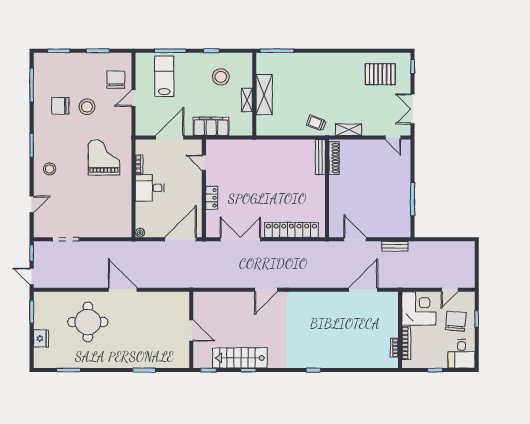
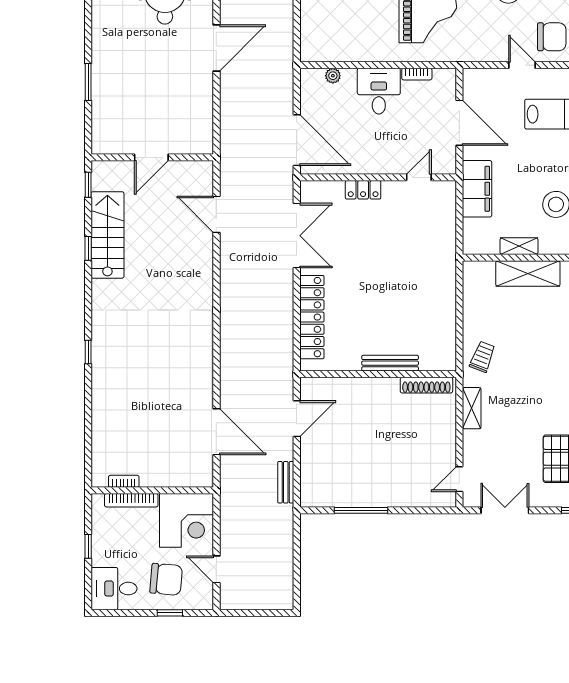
bench: (320, 157) -> (390, 363), moved
plant: (140, 233) -> (333, 76), moved
door: (266, 290) -> (216, 214), moved

